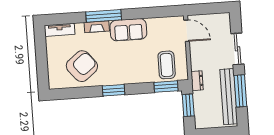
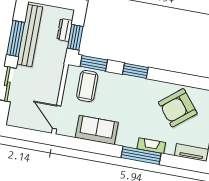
sofa: (128, 30) -> (97, 130), moved
dresser: (197, 81) -> (65, 30), moved
window: (114, 90) -> (135, 71), moved

